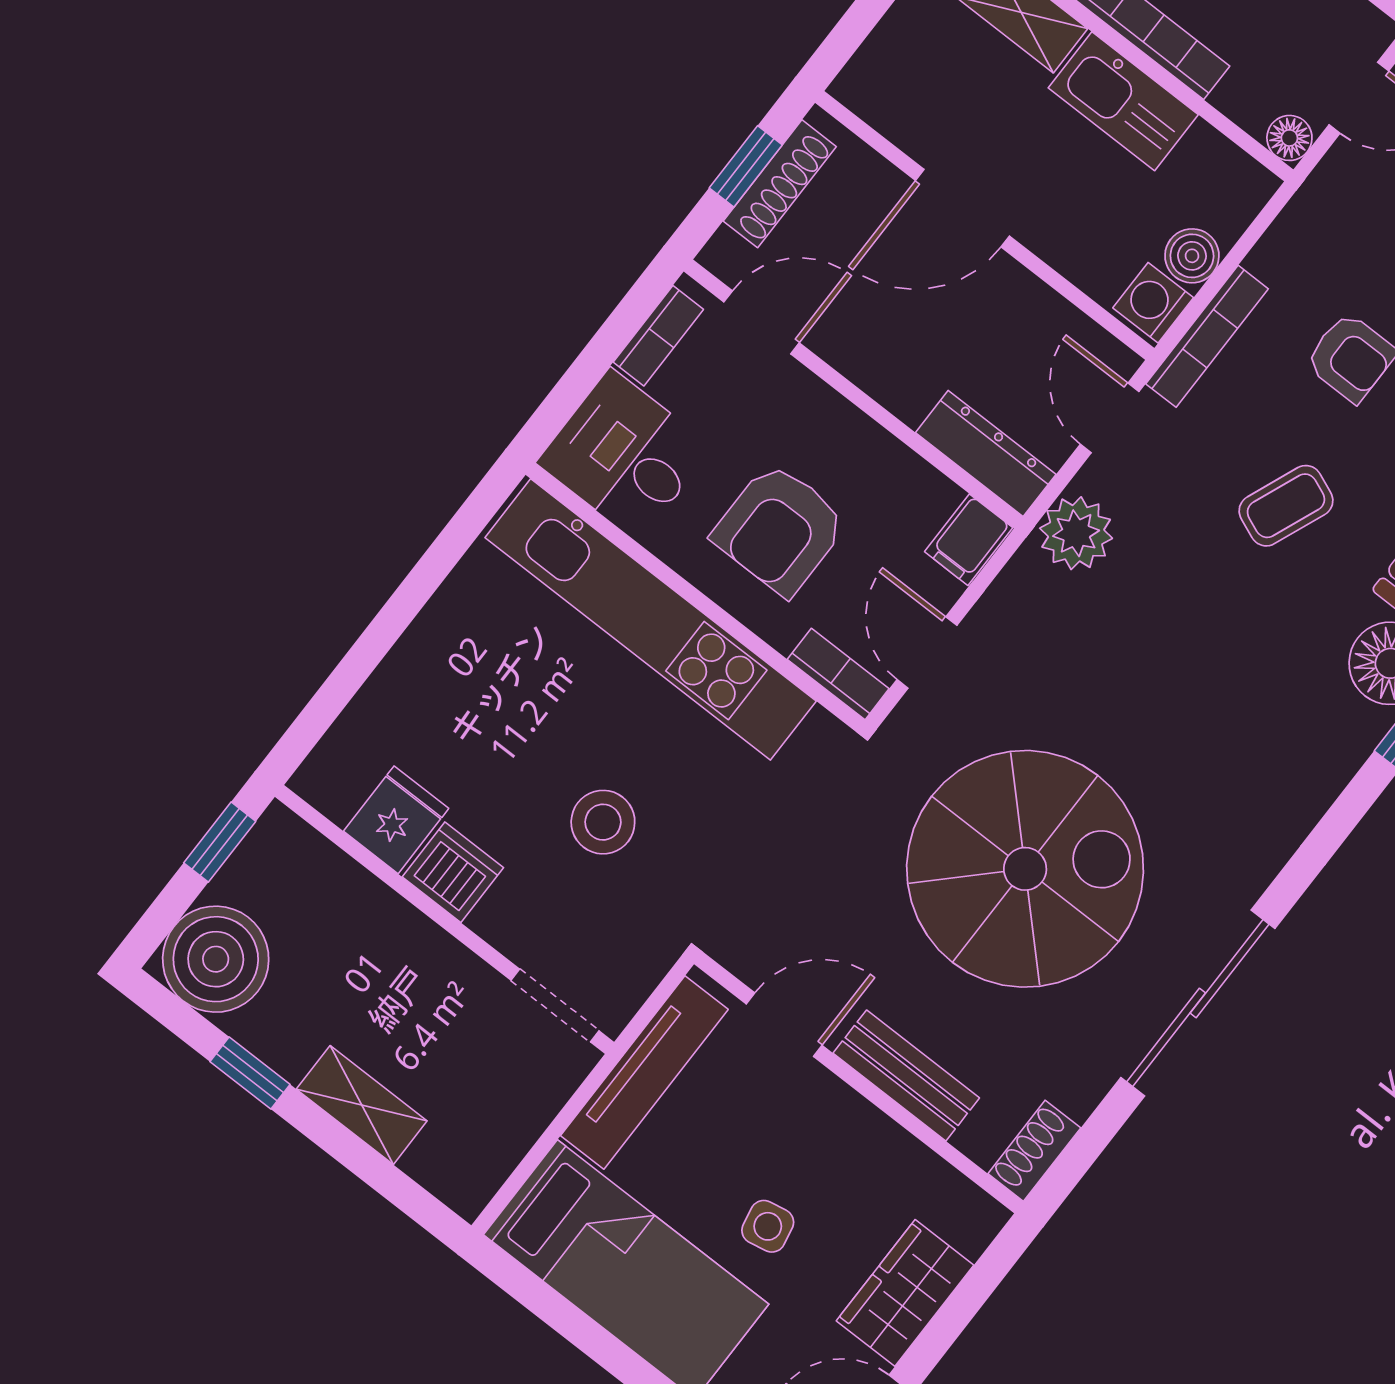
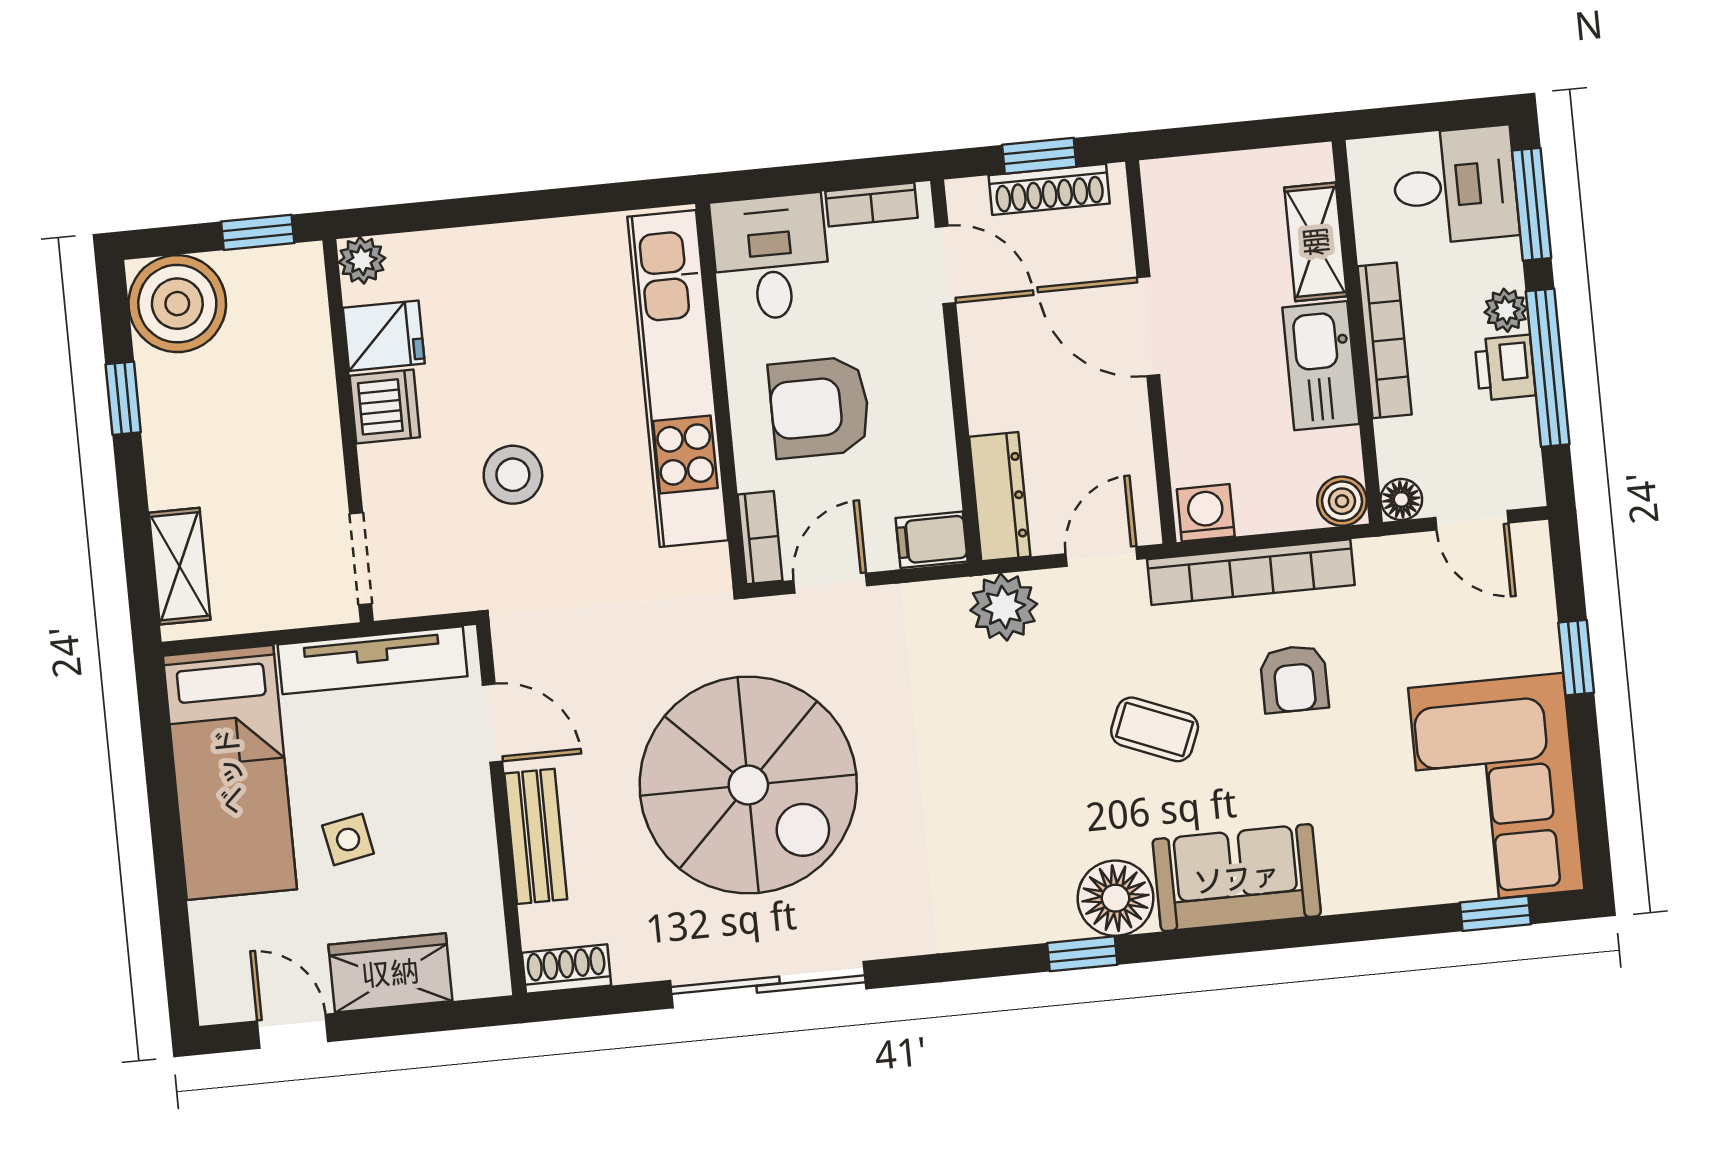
boiler: (1192, 256) -> (1342, 501), moved
bookcase: (1207, 336) -> (1251, 572), width x1.48, depth x1.31
plant: (320, 781) -> (362, 260), added
shelving: (362, 1105) -> (180, 566), moved

